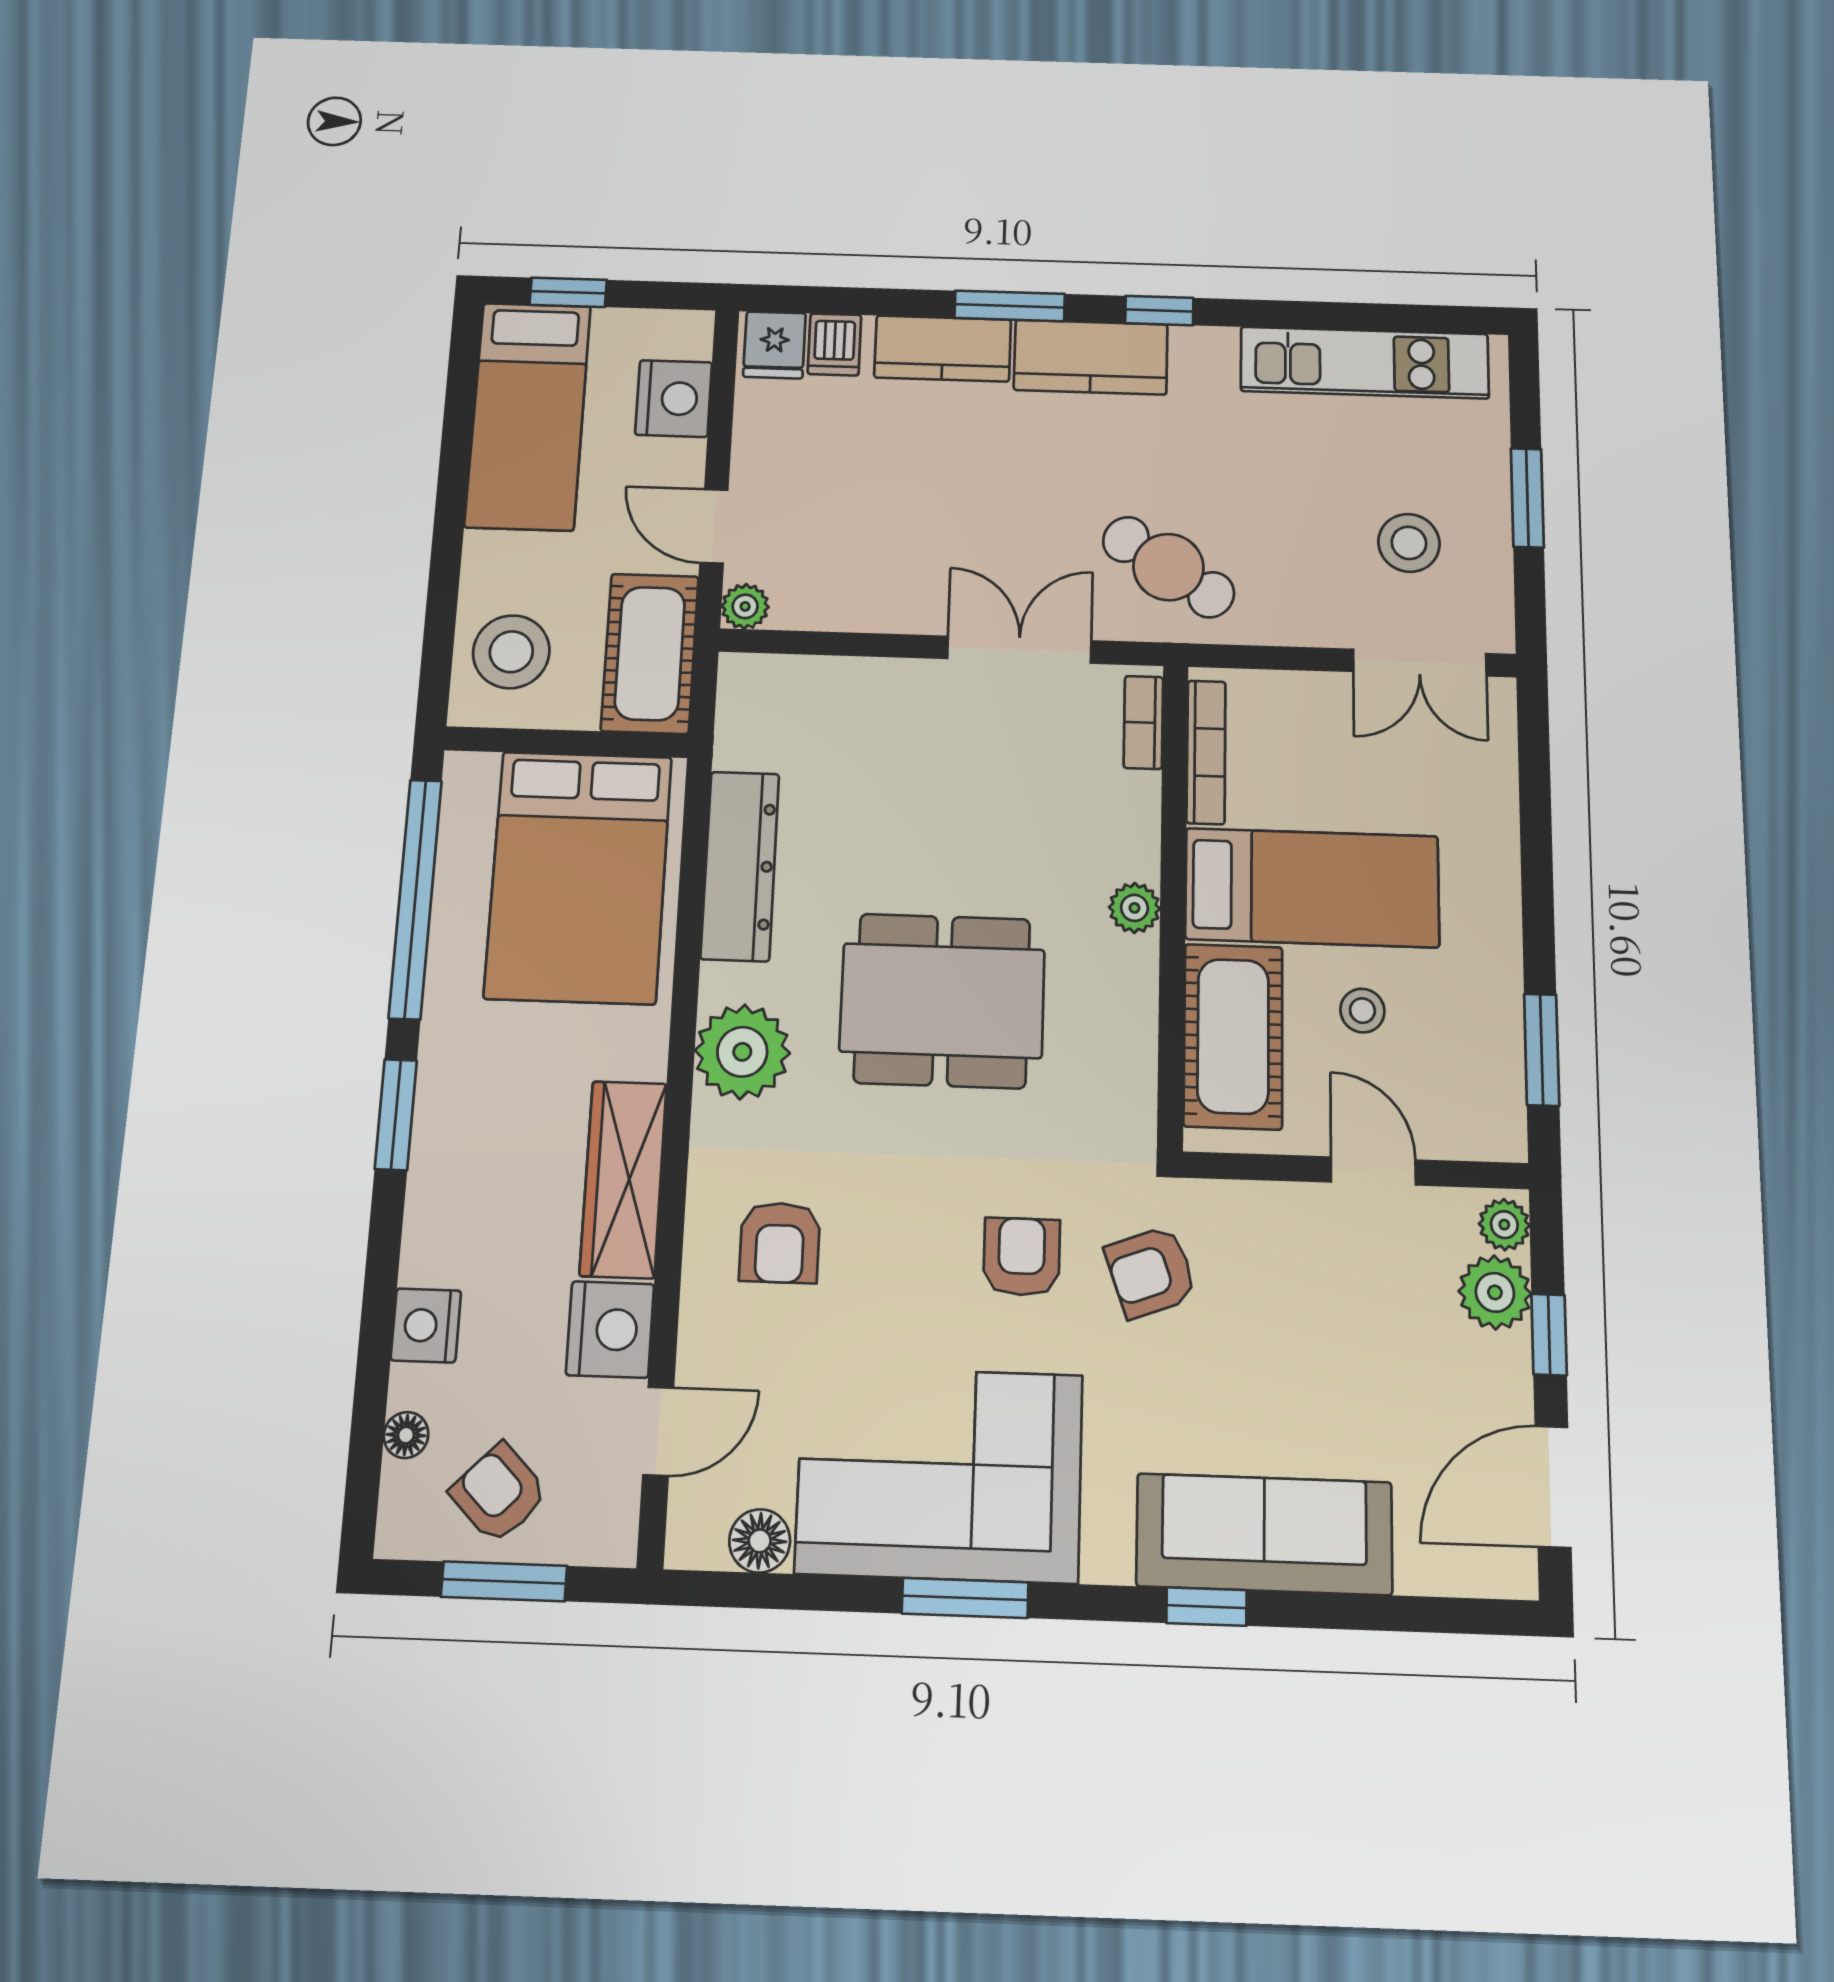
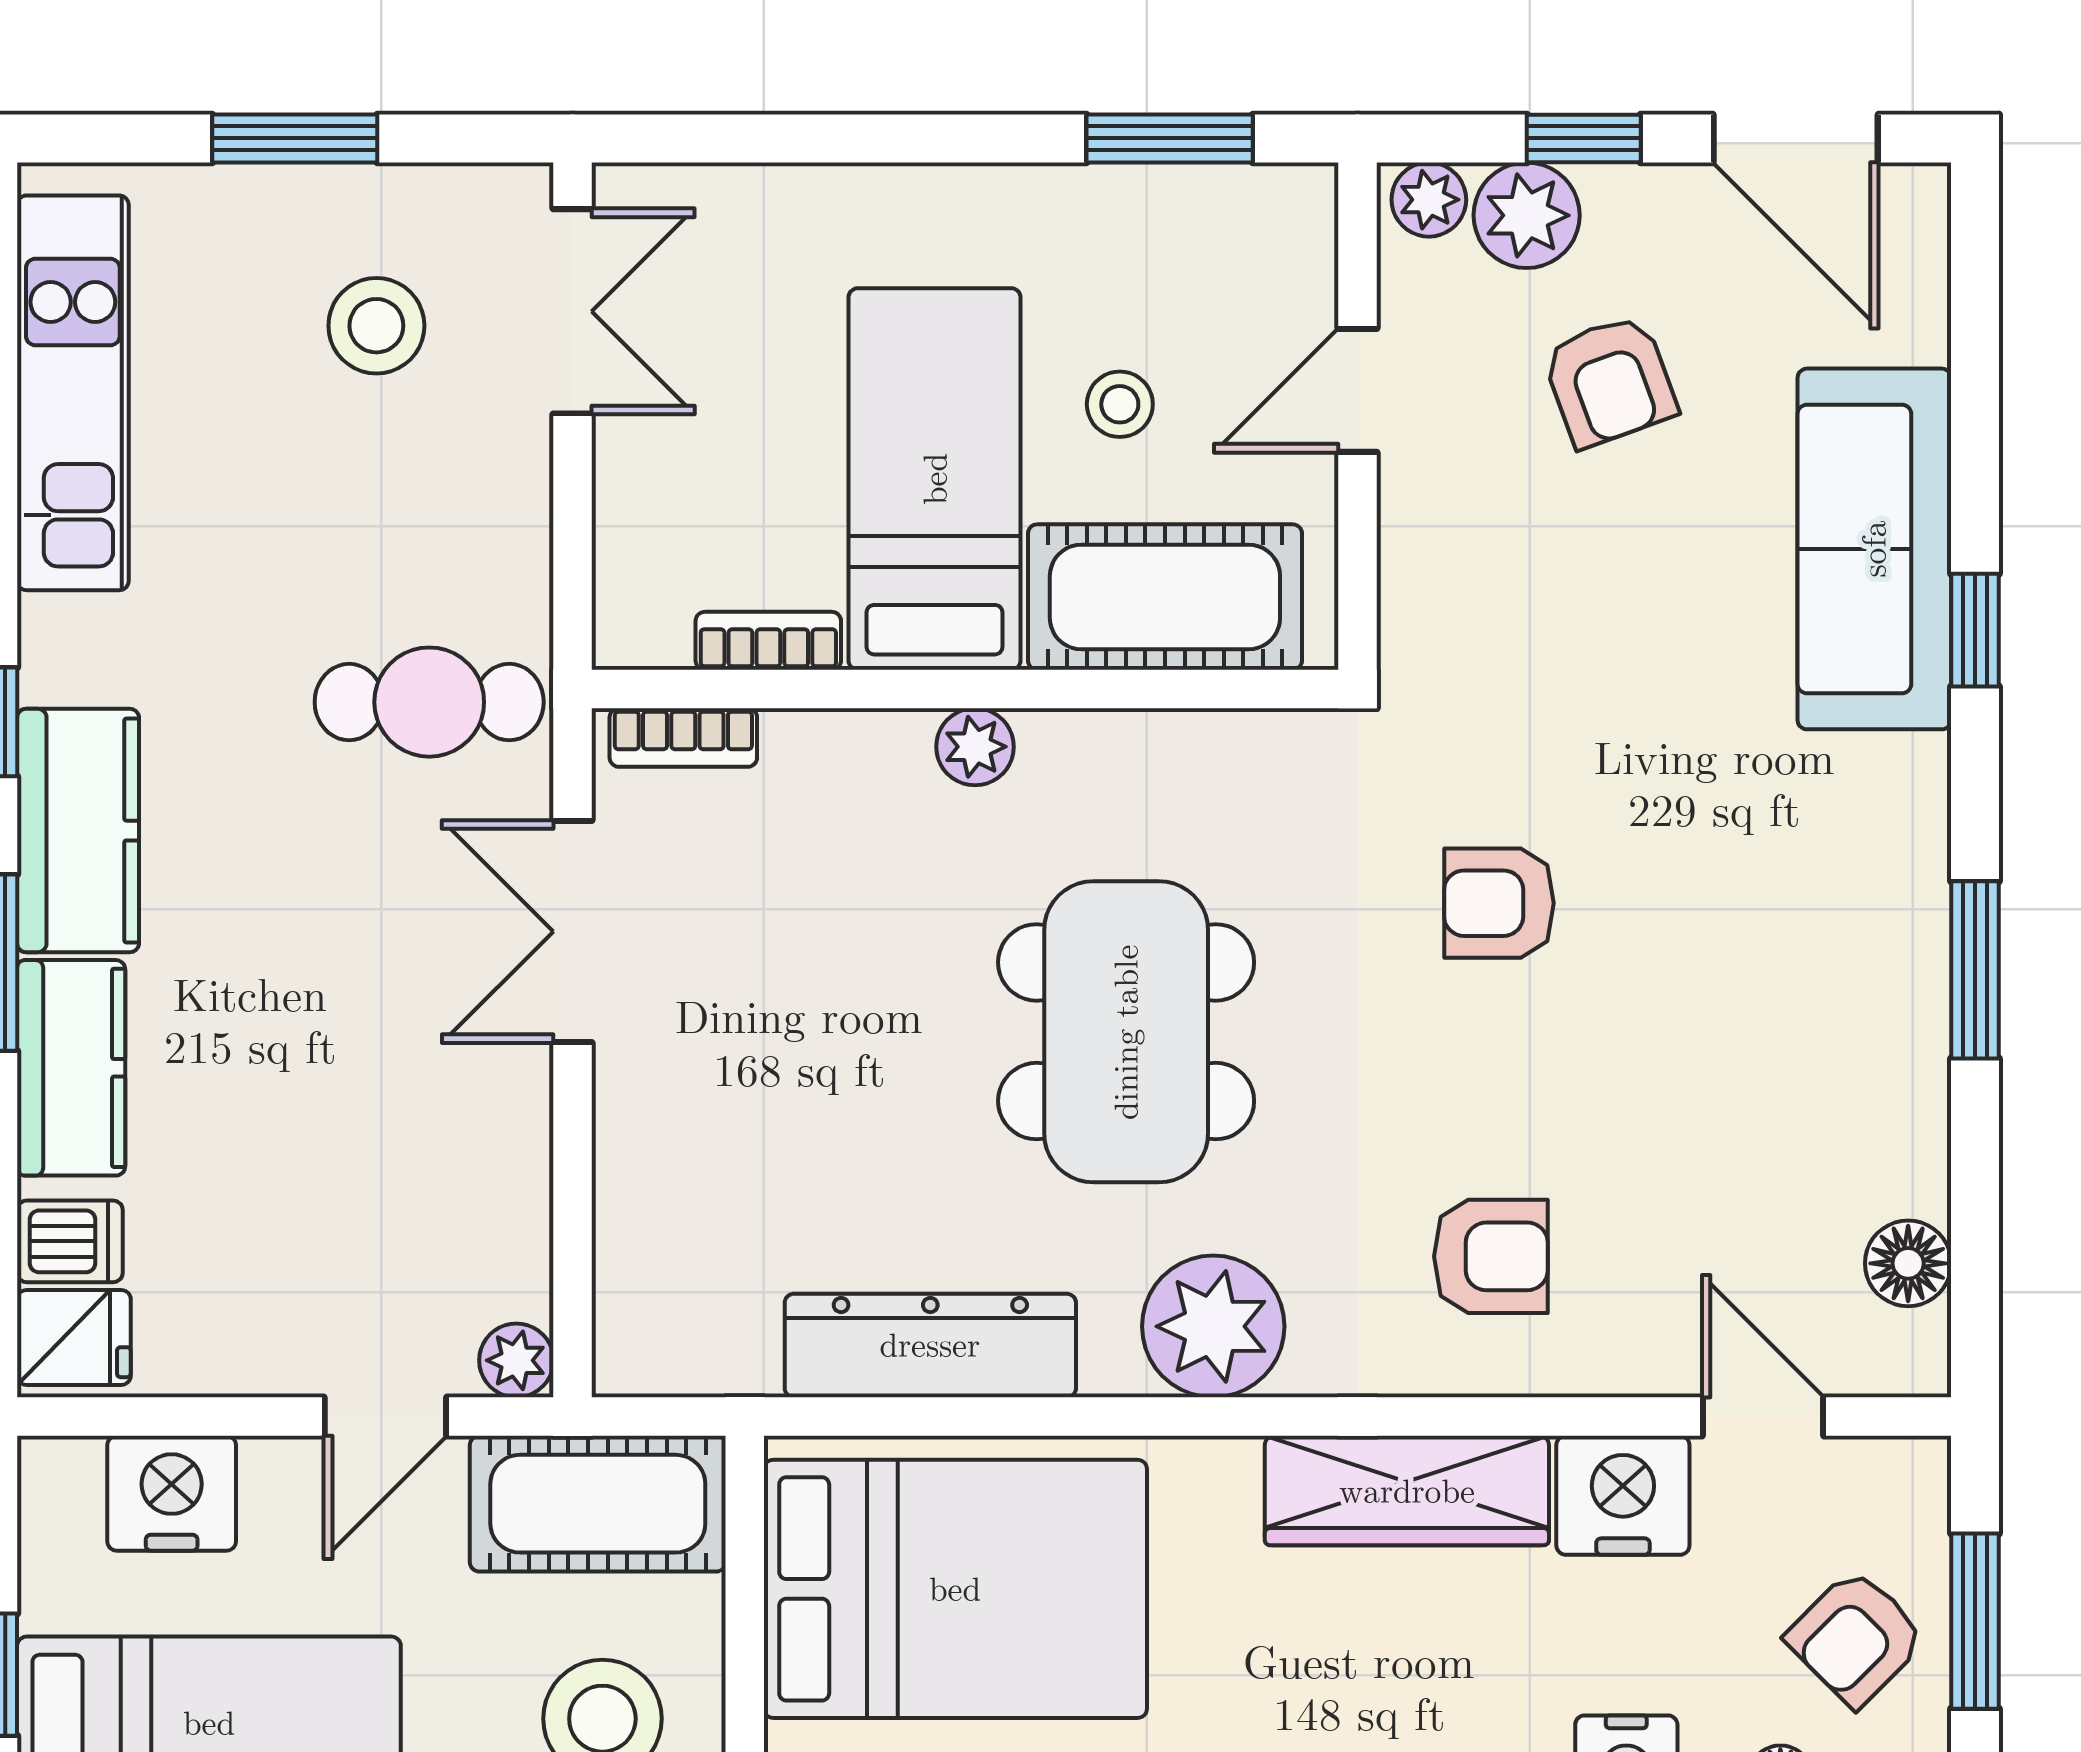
cafe table: (1168, 567) -> (429, 702), turned 57
bookcase: (1206, 752) -> (768, 641), width x0.64
armchair: (1151, 1272) -> (1610, 381), moved
corner sofa: (939, 1474) -> (1808, 1012), removed

